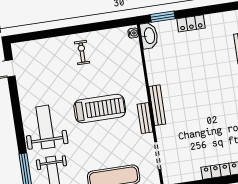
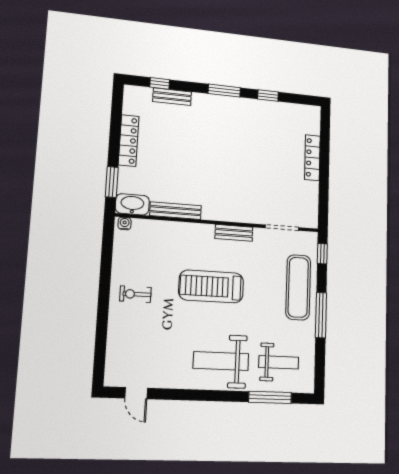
locker: (191, 23) -> (129, 141), width x1.53
bench: (157, 105) -> (176, 211), moved
treadmill: (100, 109) -> (211, 286), turned -90

